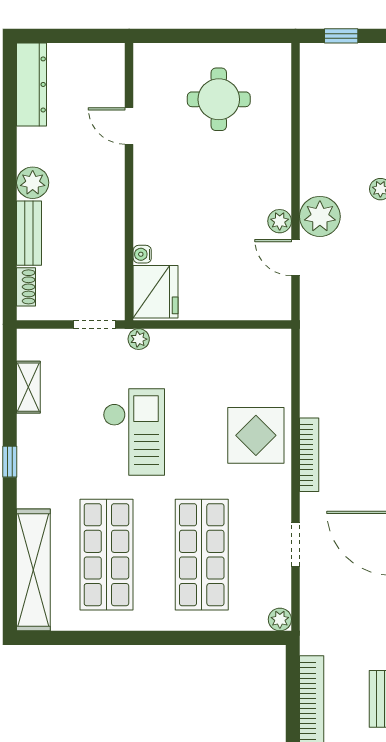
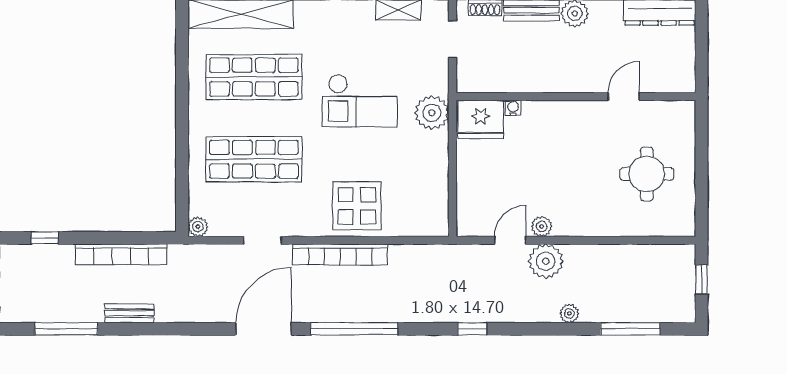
doorway: (95, 324) -> (453, 39), moved
plant: (139, 339) -> (432, 113), width x1.88, depth x1.88
bookcase: (309, 455) -> (340, 255), width x1.48, depth x1.31

